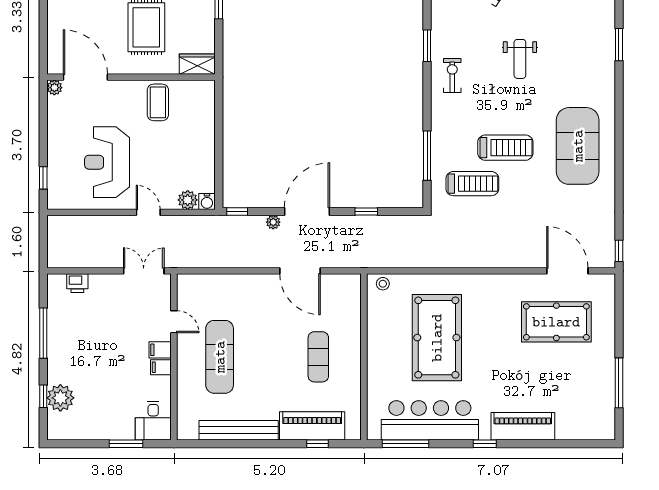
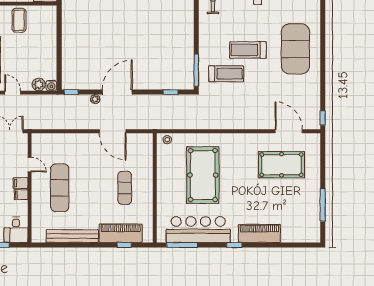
treadmill: (505, 148) -> (248, 50), turned 180
window: (427, 156) -> (196, 70), moved
window: (366, 212) -> (170, 92), moved

